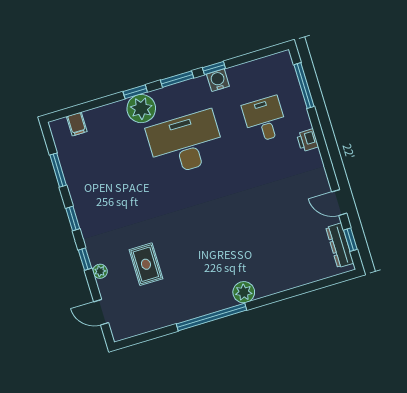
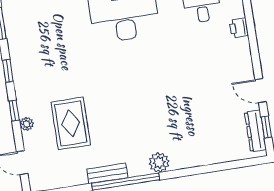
rug: (146, 264) -> (71, 123), width x1.36, depth x1.43
bench: (191, 311) -> (107, 173), added

